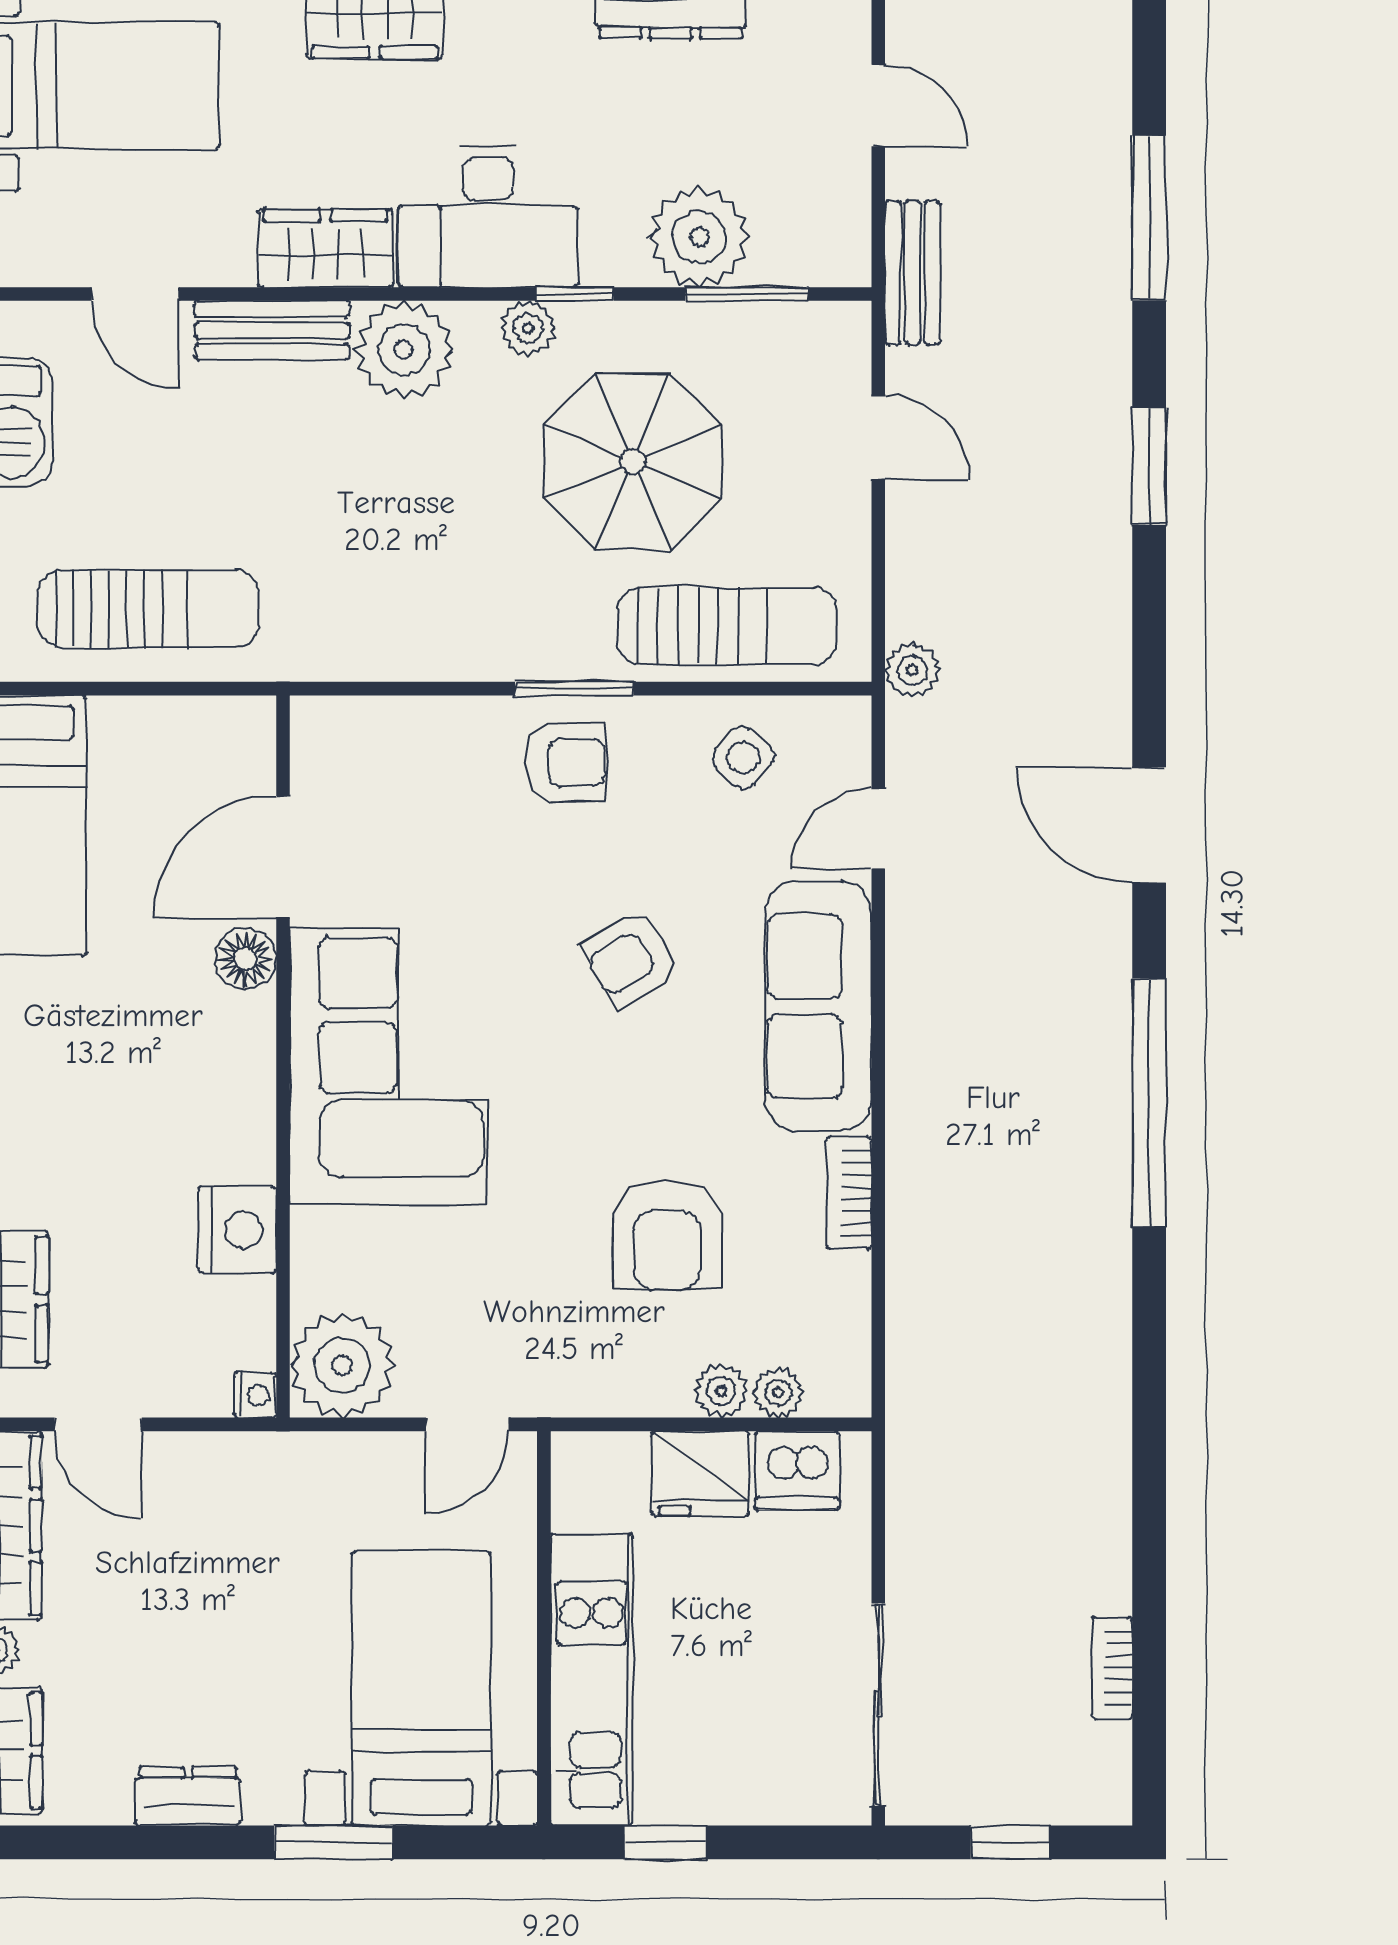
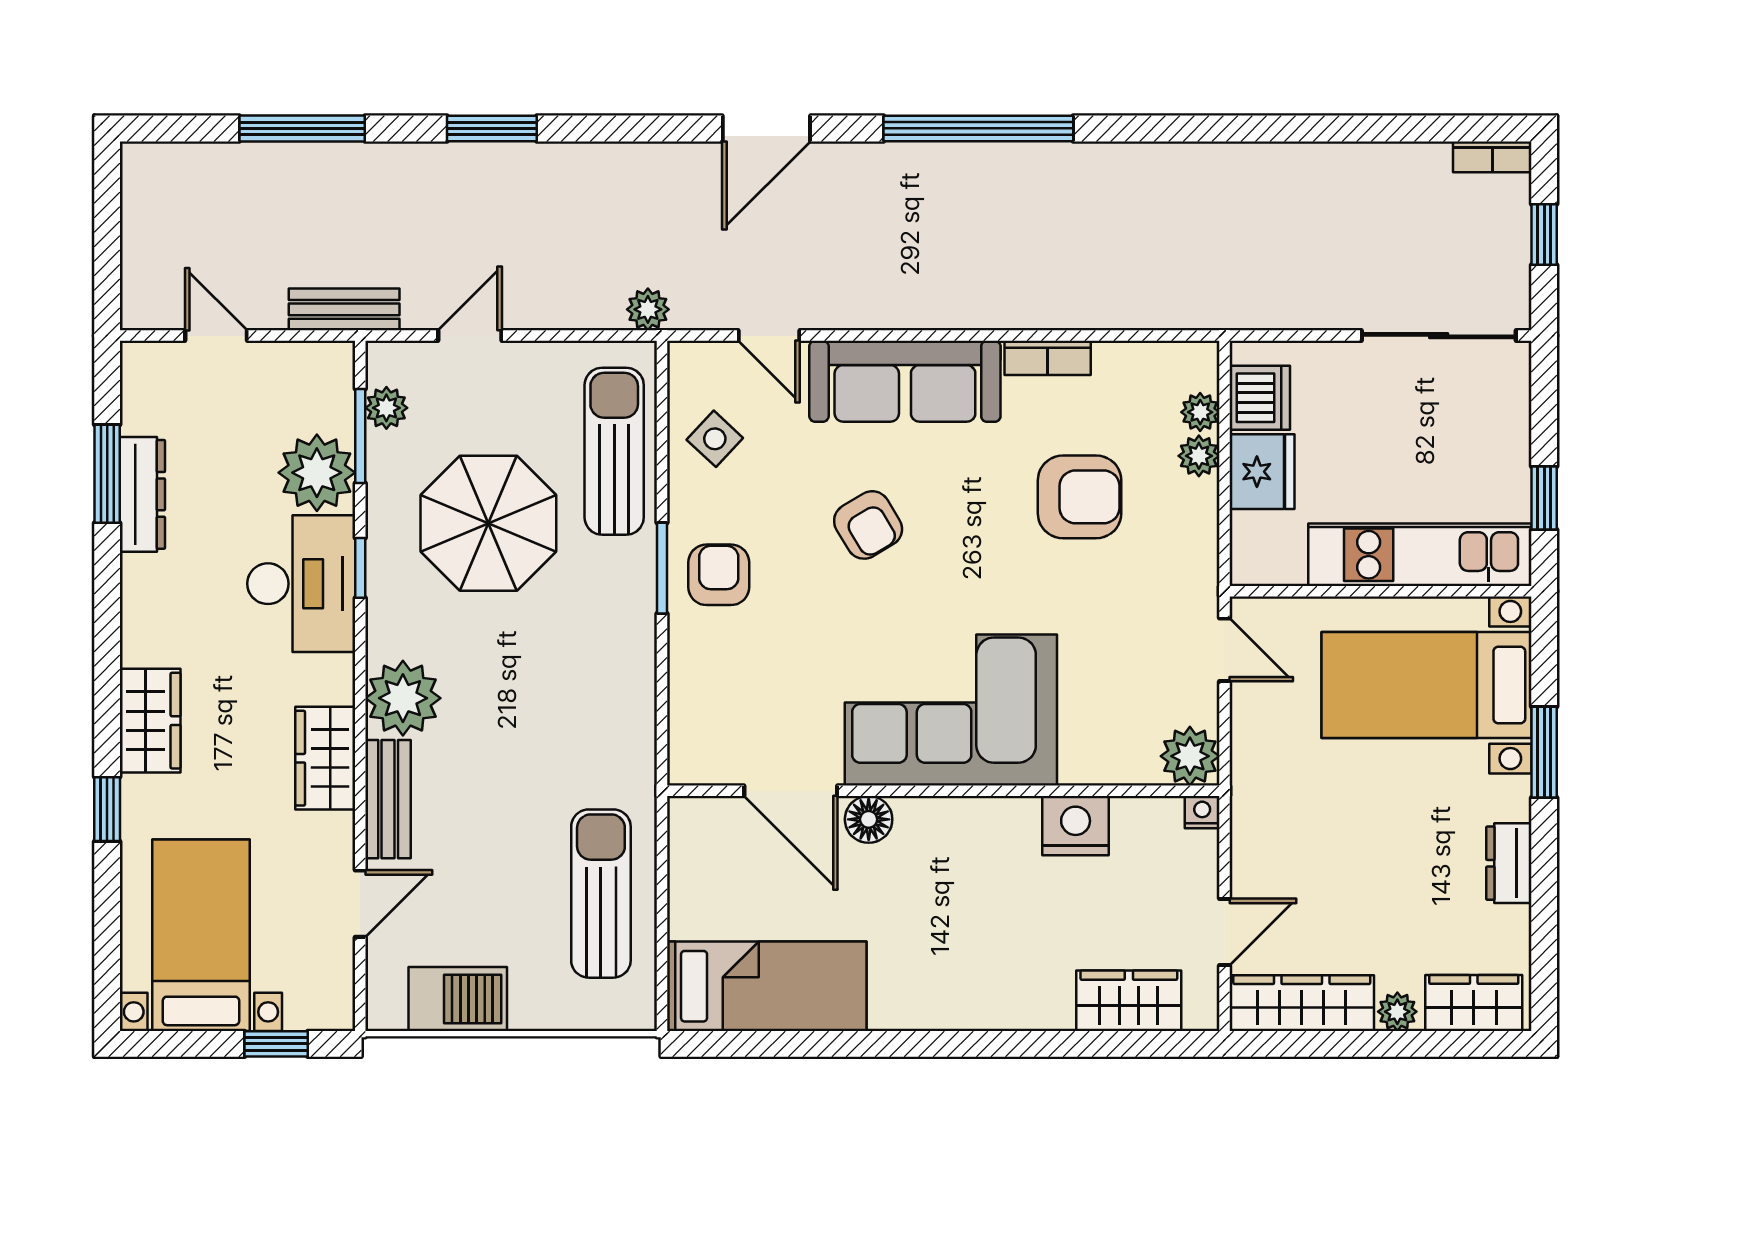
door: (878, 105) -> (216, 336), hinge flipped
desk: (488, 217) -> (301, 584), moved
plant: (528, 328) -> (386, 408), moved
plant: (342, 1365) -> (1190, 756), width x0.73, depth x0.73
bookcase: (1112, 1668) -> (1492, 157), moved

